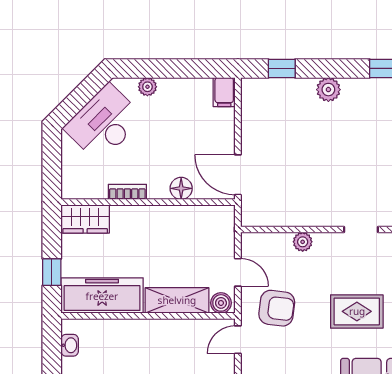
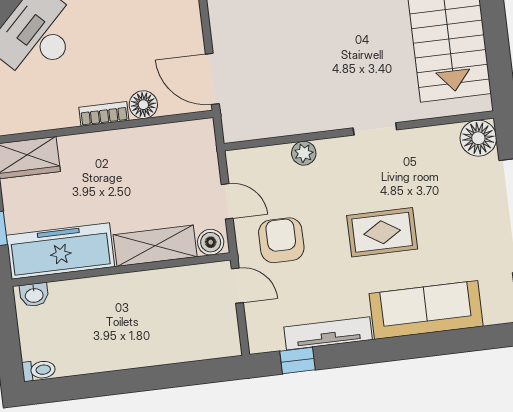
bookcase: (127, 192) -> (104, 114), moved
armchair: (277, 308) -> (281, 240), turned -97
door: (238, 340) -> (237, 286), swing flipped
washbasin: (70, 345) -> (34, 295), moved, turned 90

